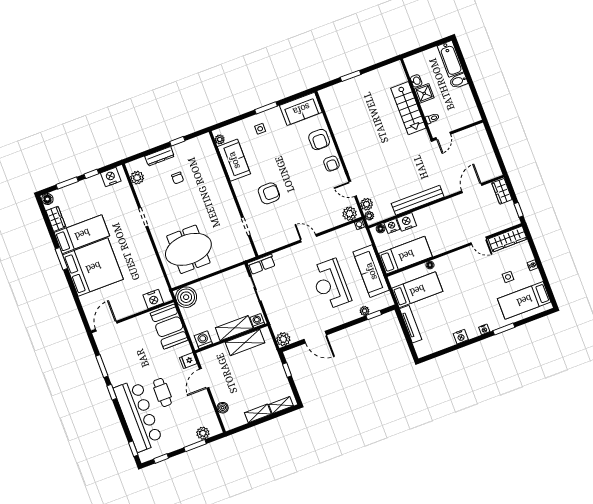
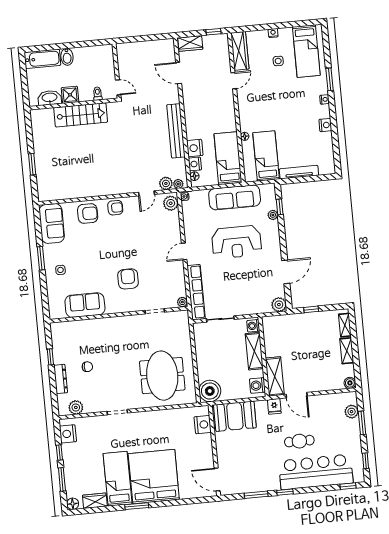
washbasin: (416, 81) -> (50, 98), width x1.91, depth x1.45
plant: (220, 139) -> (182, 302), moved
row of seats: (261, 264) -> (196, 292), width x2.02
shelving: (245, 342) -> (275, 376), moved
boiler: (223, 408) -> (350, 383), moved

